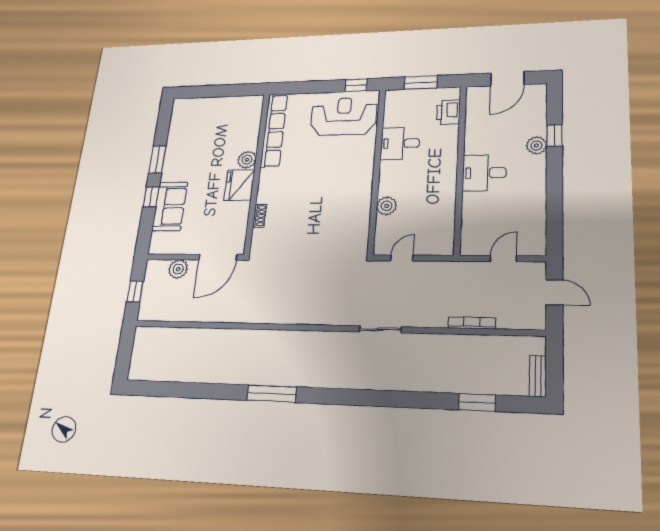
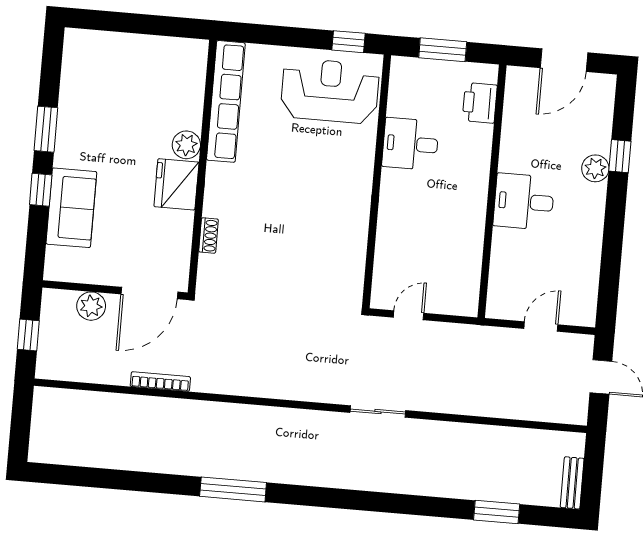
plant: (387, 206) -> (389, 237), removed
bookcase: (472, 323) -> (160, 382), moved

